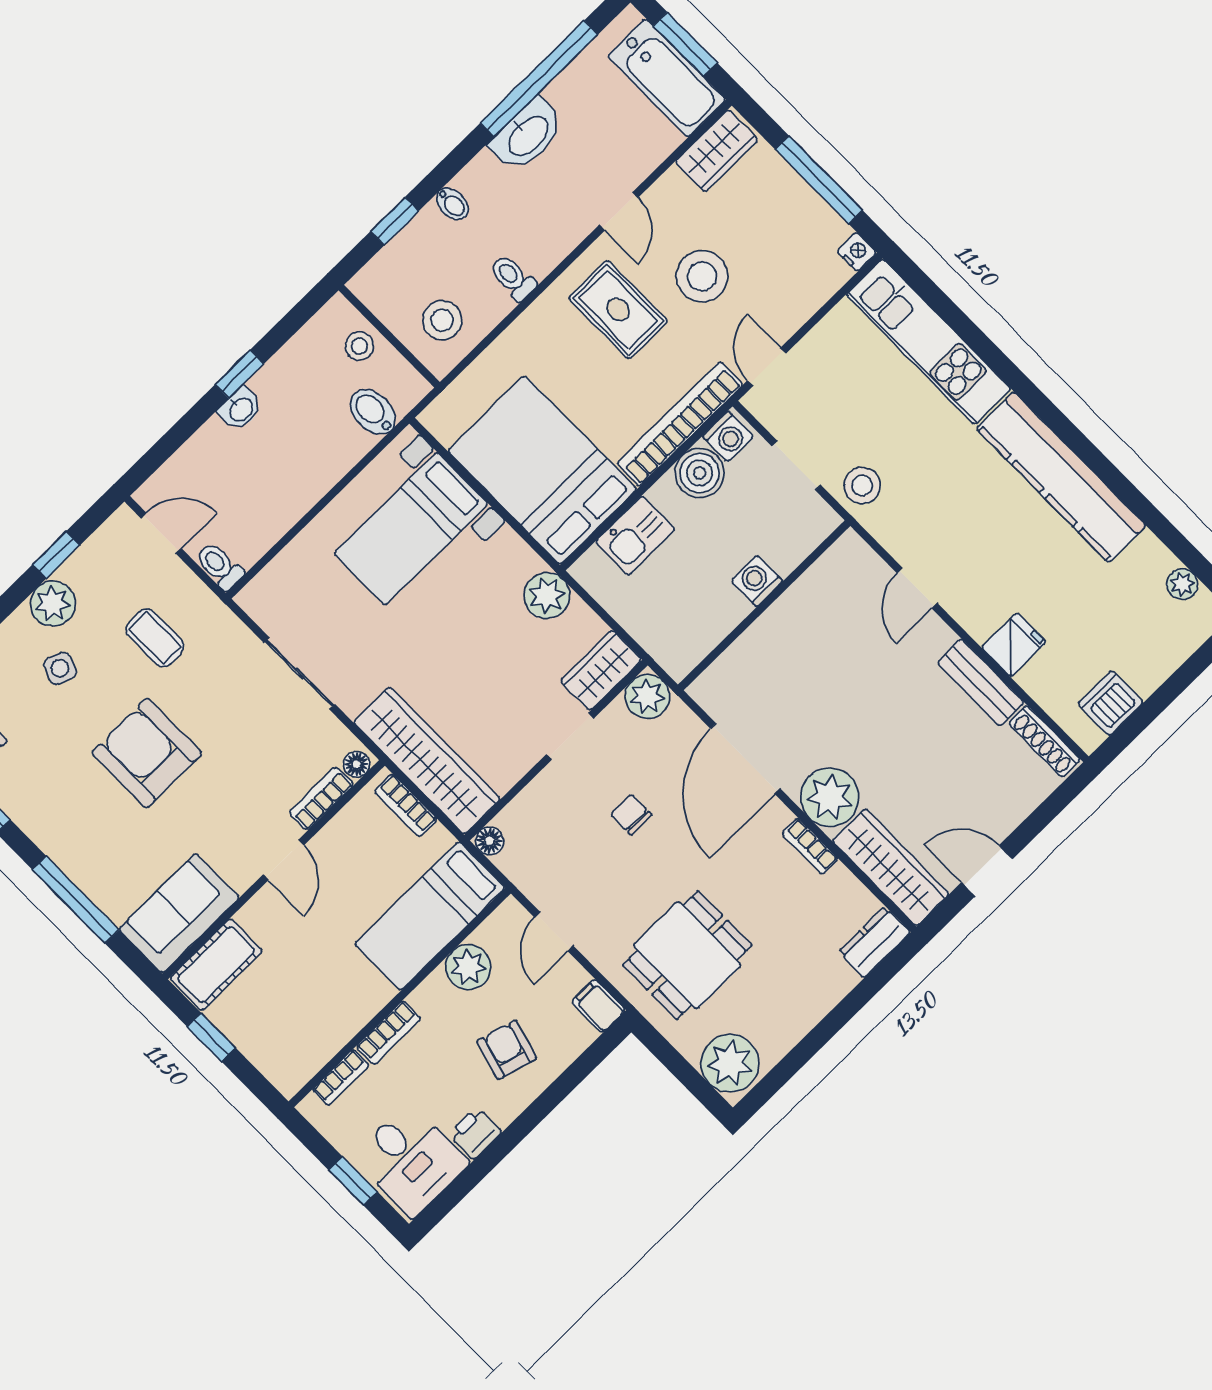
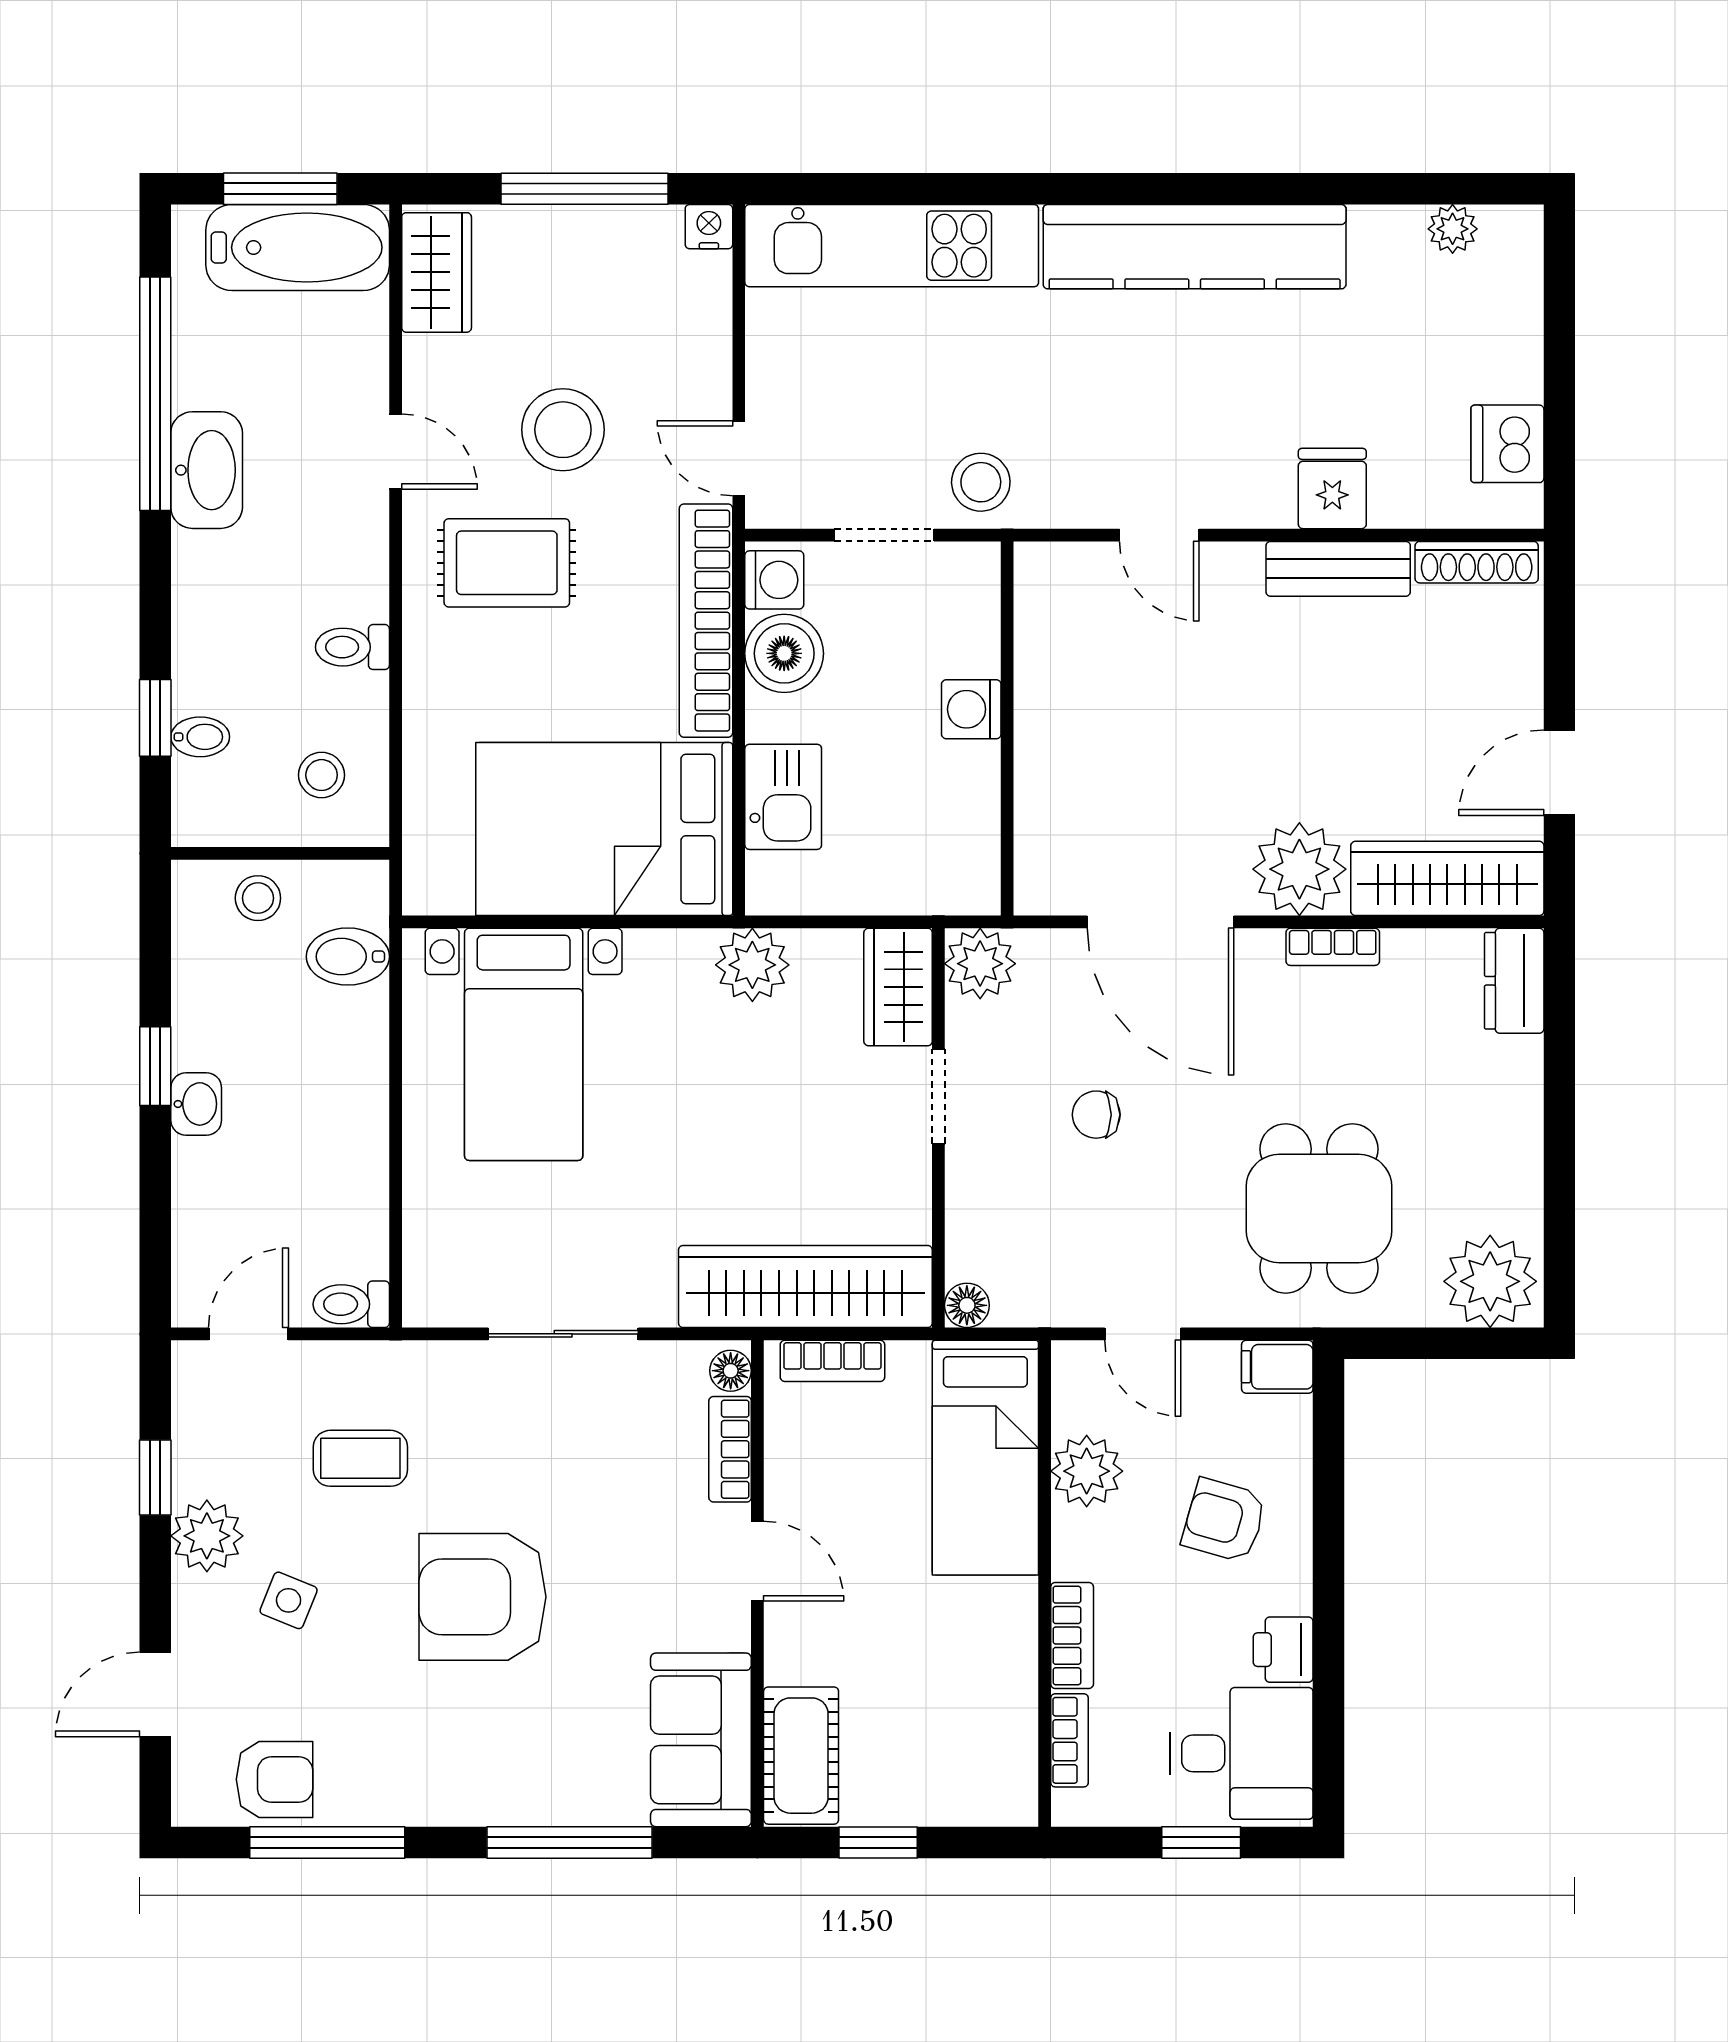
bidet: (452, 204) -> (200, 737), moved
stool: (442, 320) -> (322, 775), width x0.73, depth x0.73

